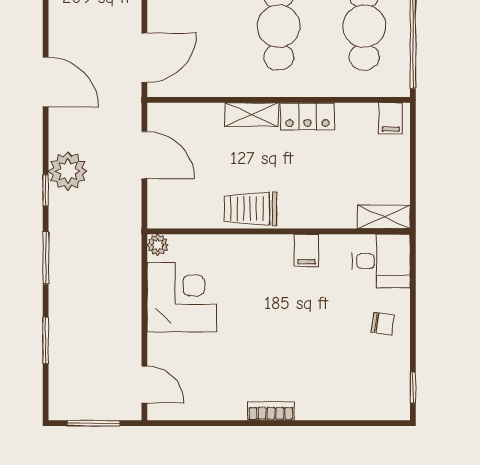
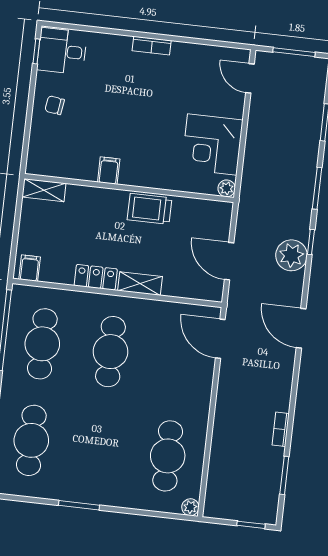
door: (144, 58) -> (220, 339), hinge flipped
trolley: (250, 209) -> (150, 209), turned 180
desk: (381, 261) -> (62, 51), moved

